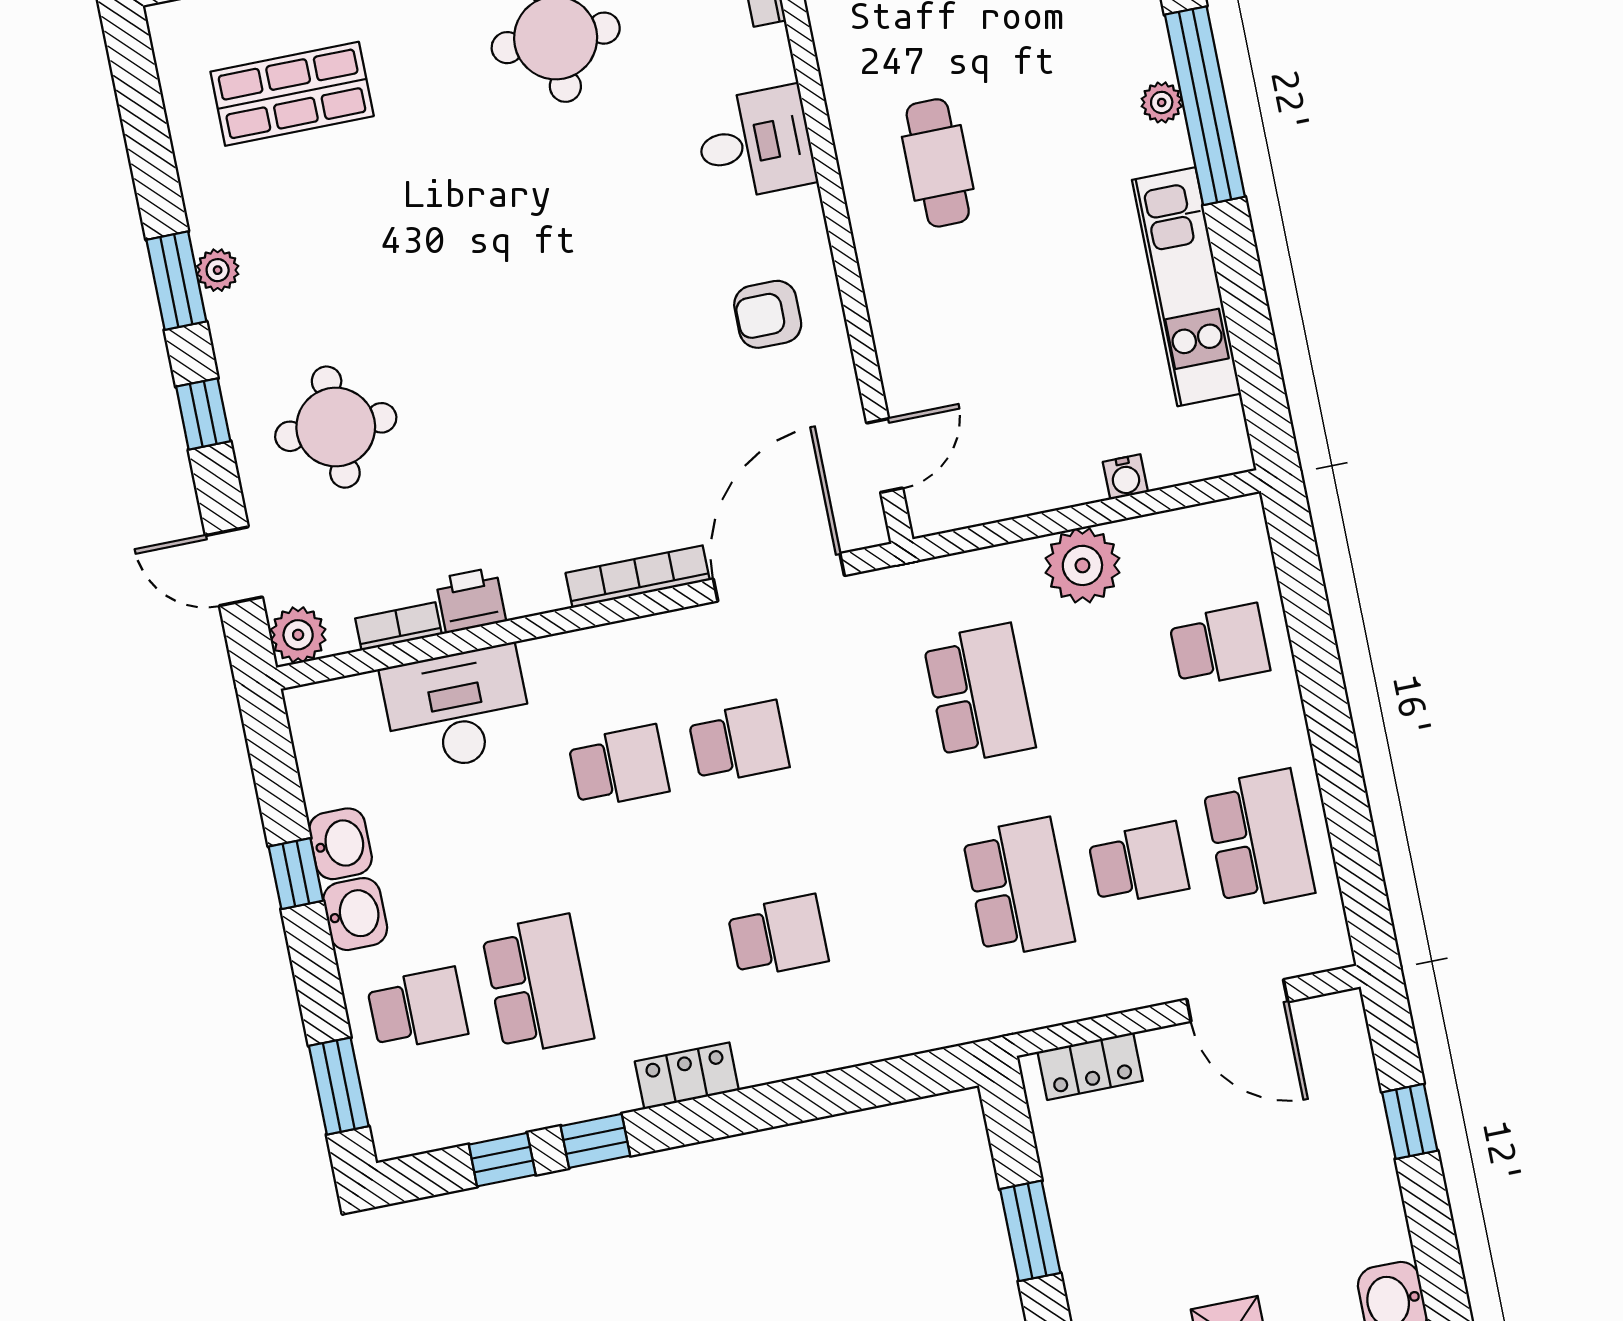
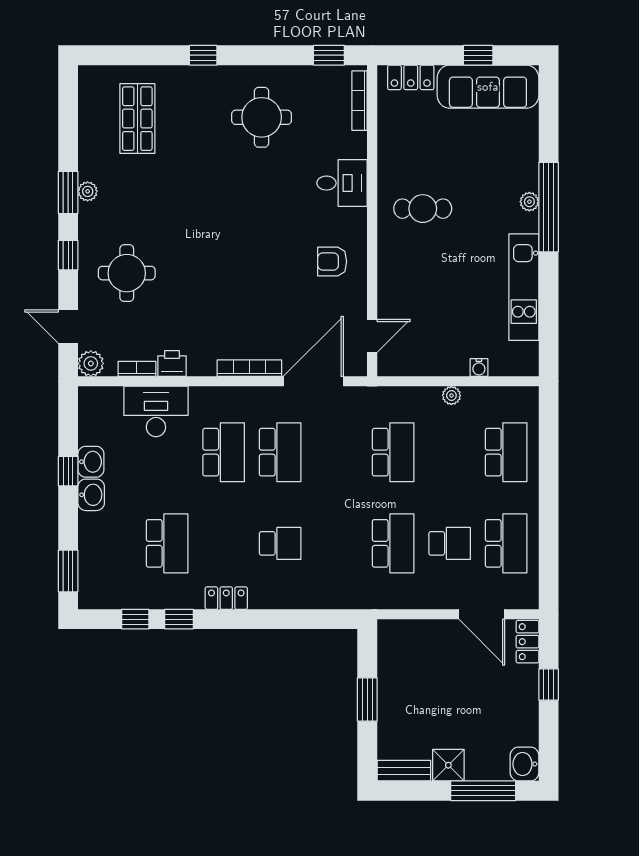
shop shelf: (292, 94) -> (137, 119), turned 90
cafe table: (938, 163) -> (423, 209), turned 90
plant: (1082, 565) -> (451, 395), width x0.53, depth x0.53
school desk: (1220, 645) -> (506, 452), width x1.85
school desk: (739, 742) -> (280, 452), width x1.85
school desk: (619, 767) -> (224, 452), width x1.85
school desk: (417, 1009) -> (111, 543), removed
locker: (1090, 1066) -> (527, 642), moved, turned 90

